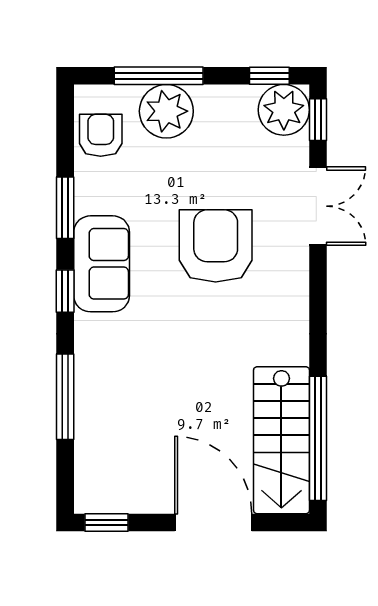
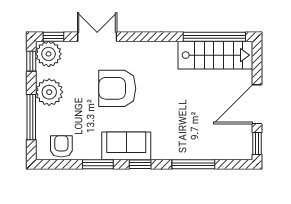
plant: (166, 111) -> (49, 92), moved
armchair: (101, 135) -> (61, 146), turned 90
door: (213, 522) -> (257, 104), moved

